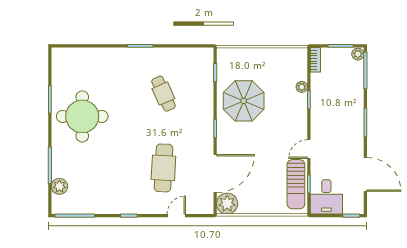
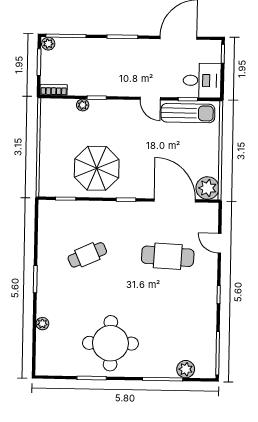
plant: (99, 53) -> (42, 324), added

